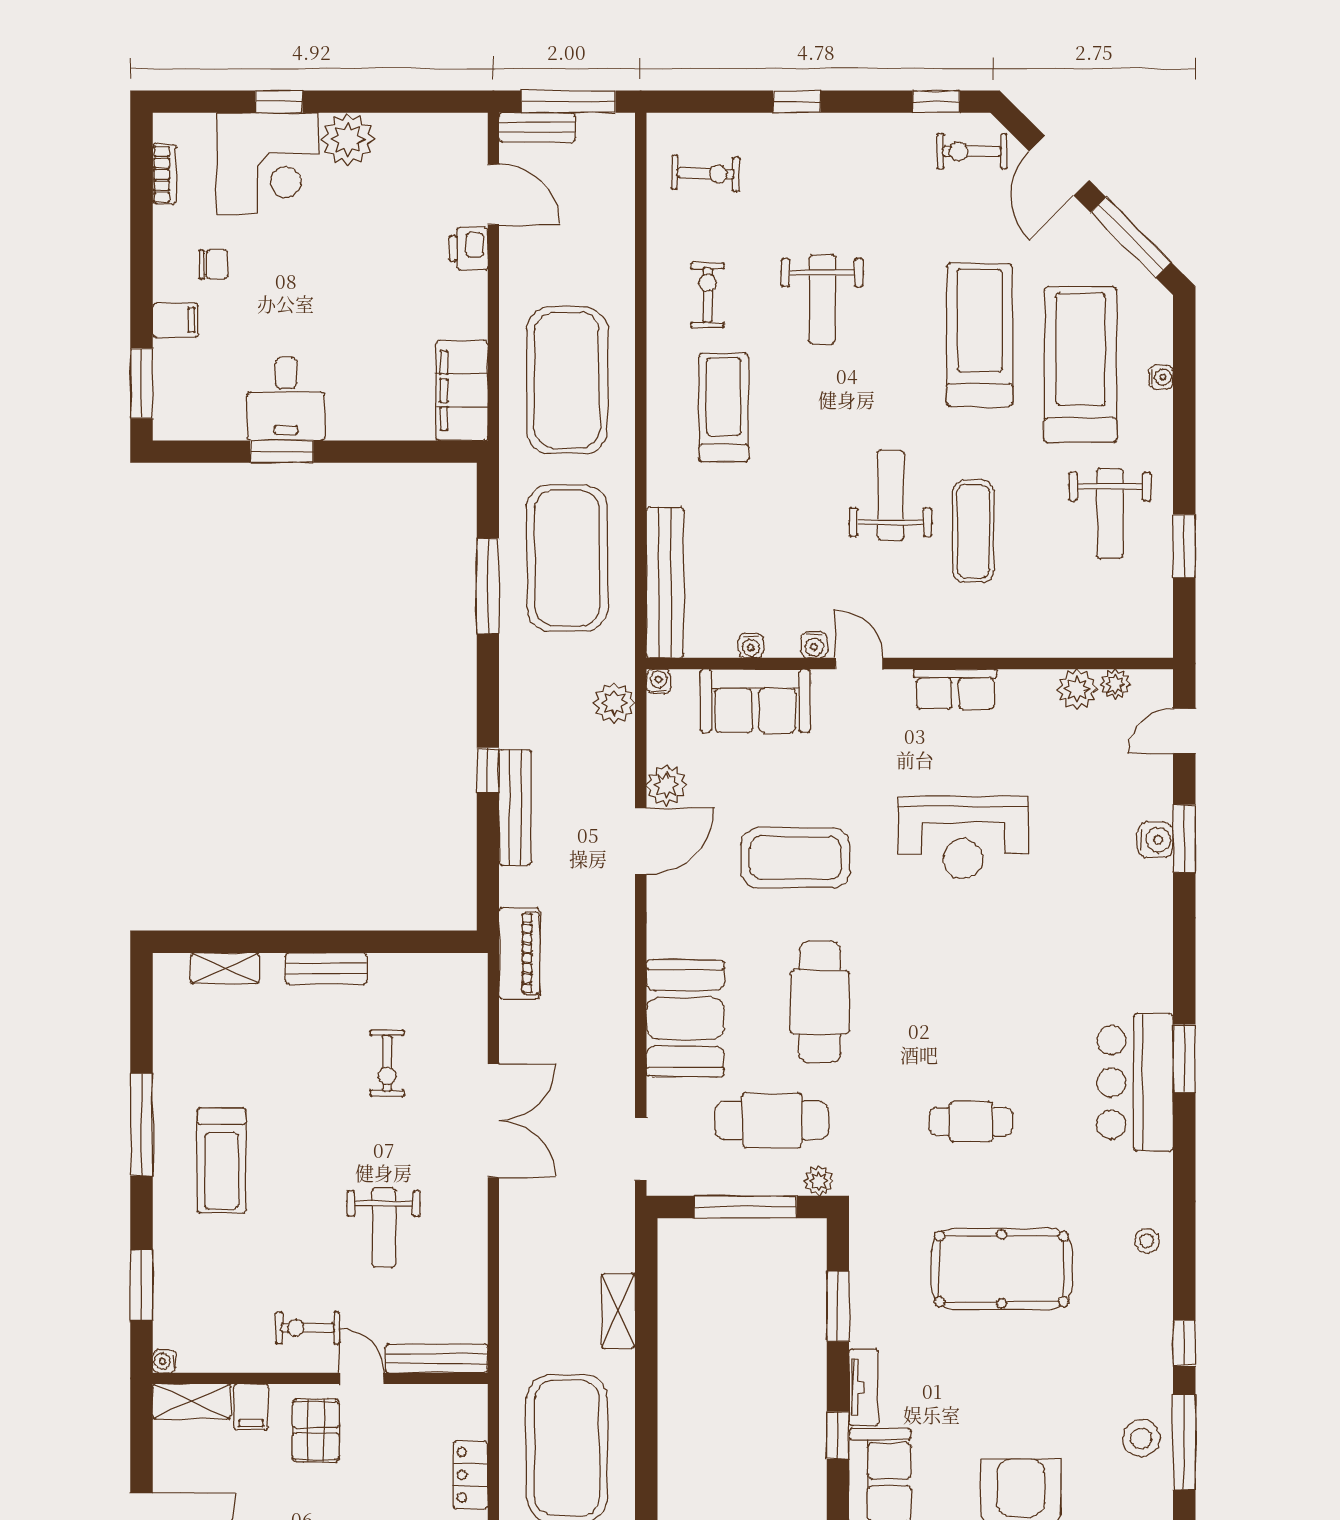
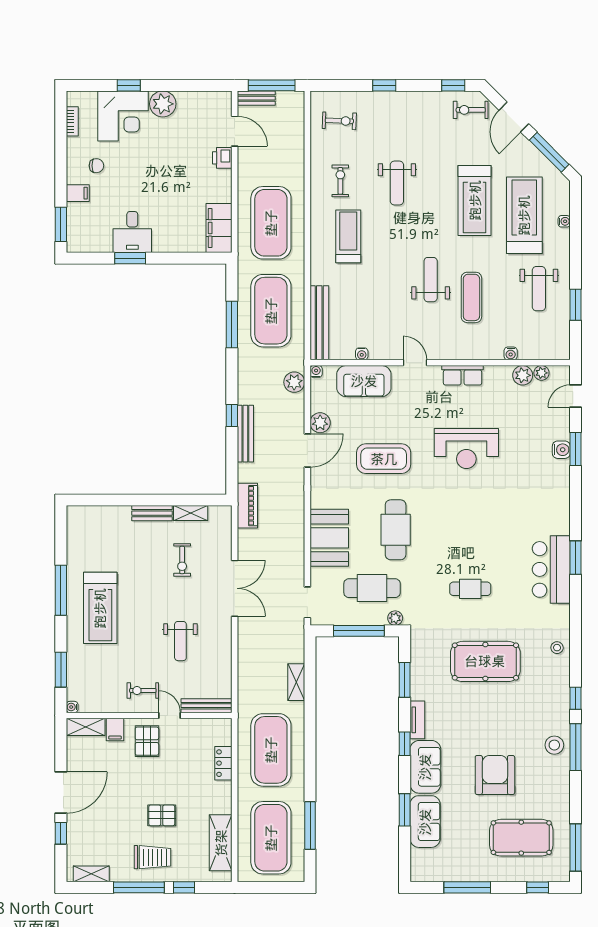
treadmill: (980, 335) -> (475, 200), turned 180
water cooler: (814, 645) -> (511, 353), moved
shelving: (225, 968) -> (191, 513), moved
treadmill: (221, 1160) -> (100, 608), width x1.37, depth x1.38

